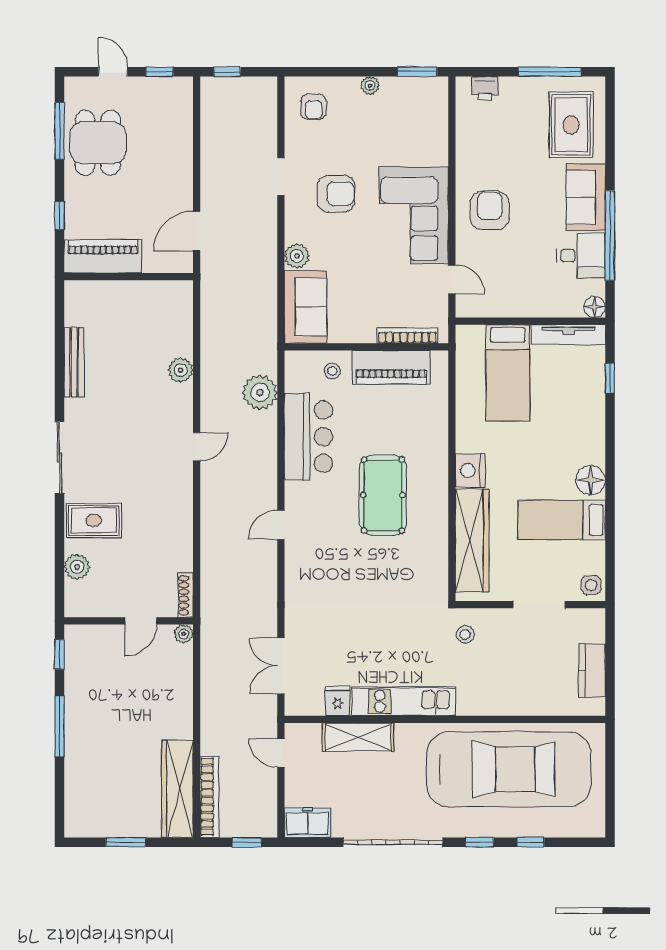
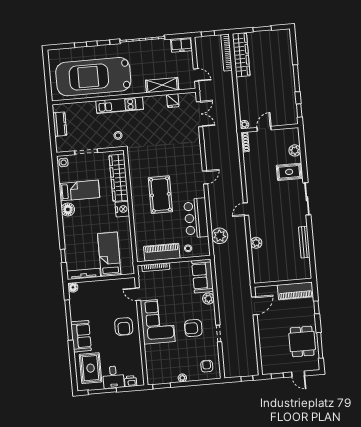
desk: (581, 255) -> (113, 377), moved, turned -90
kitchen unit: (404, 701) -> (120, 105), moved

